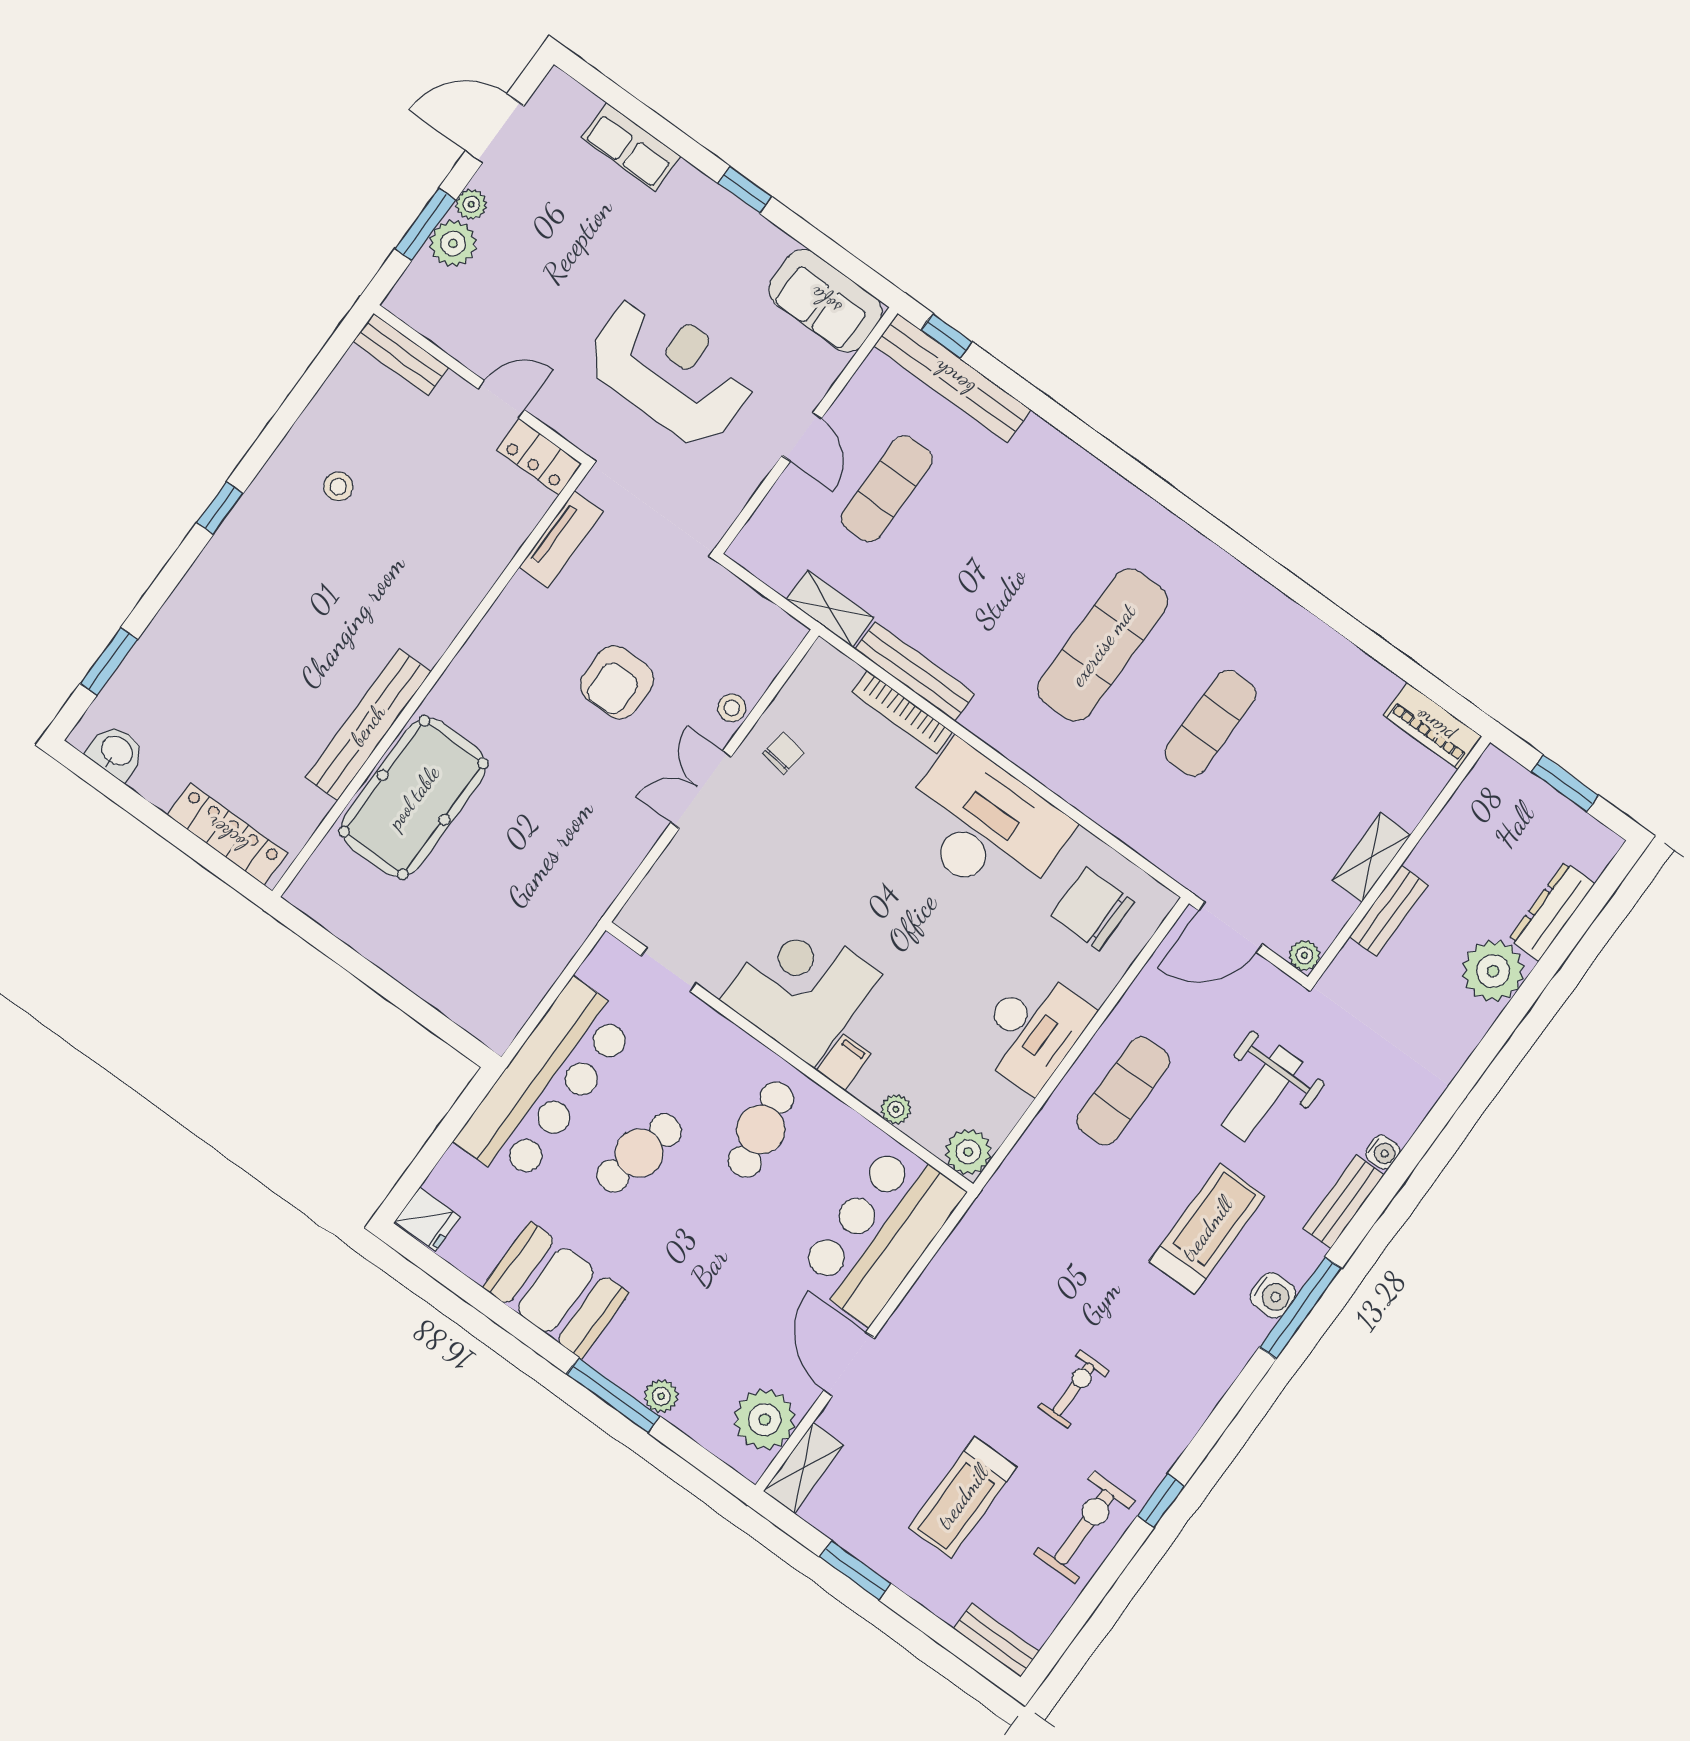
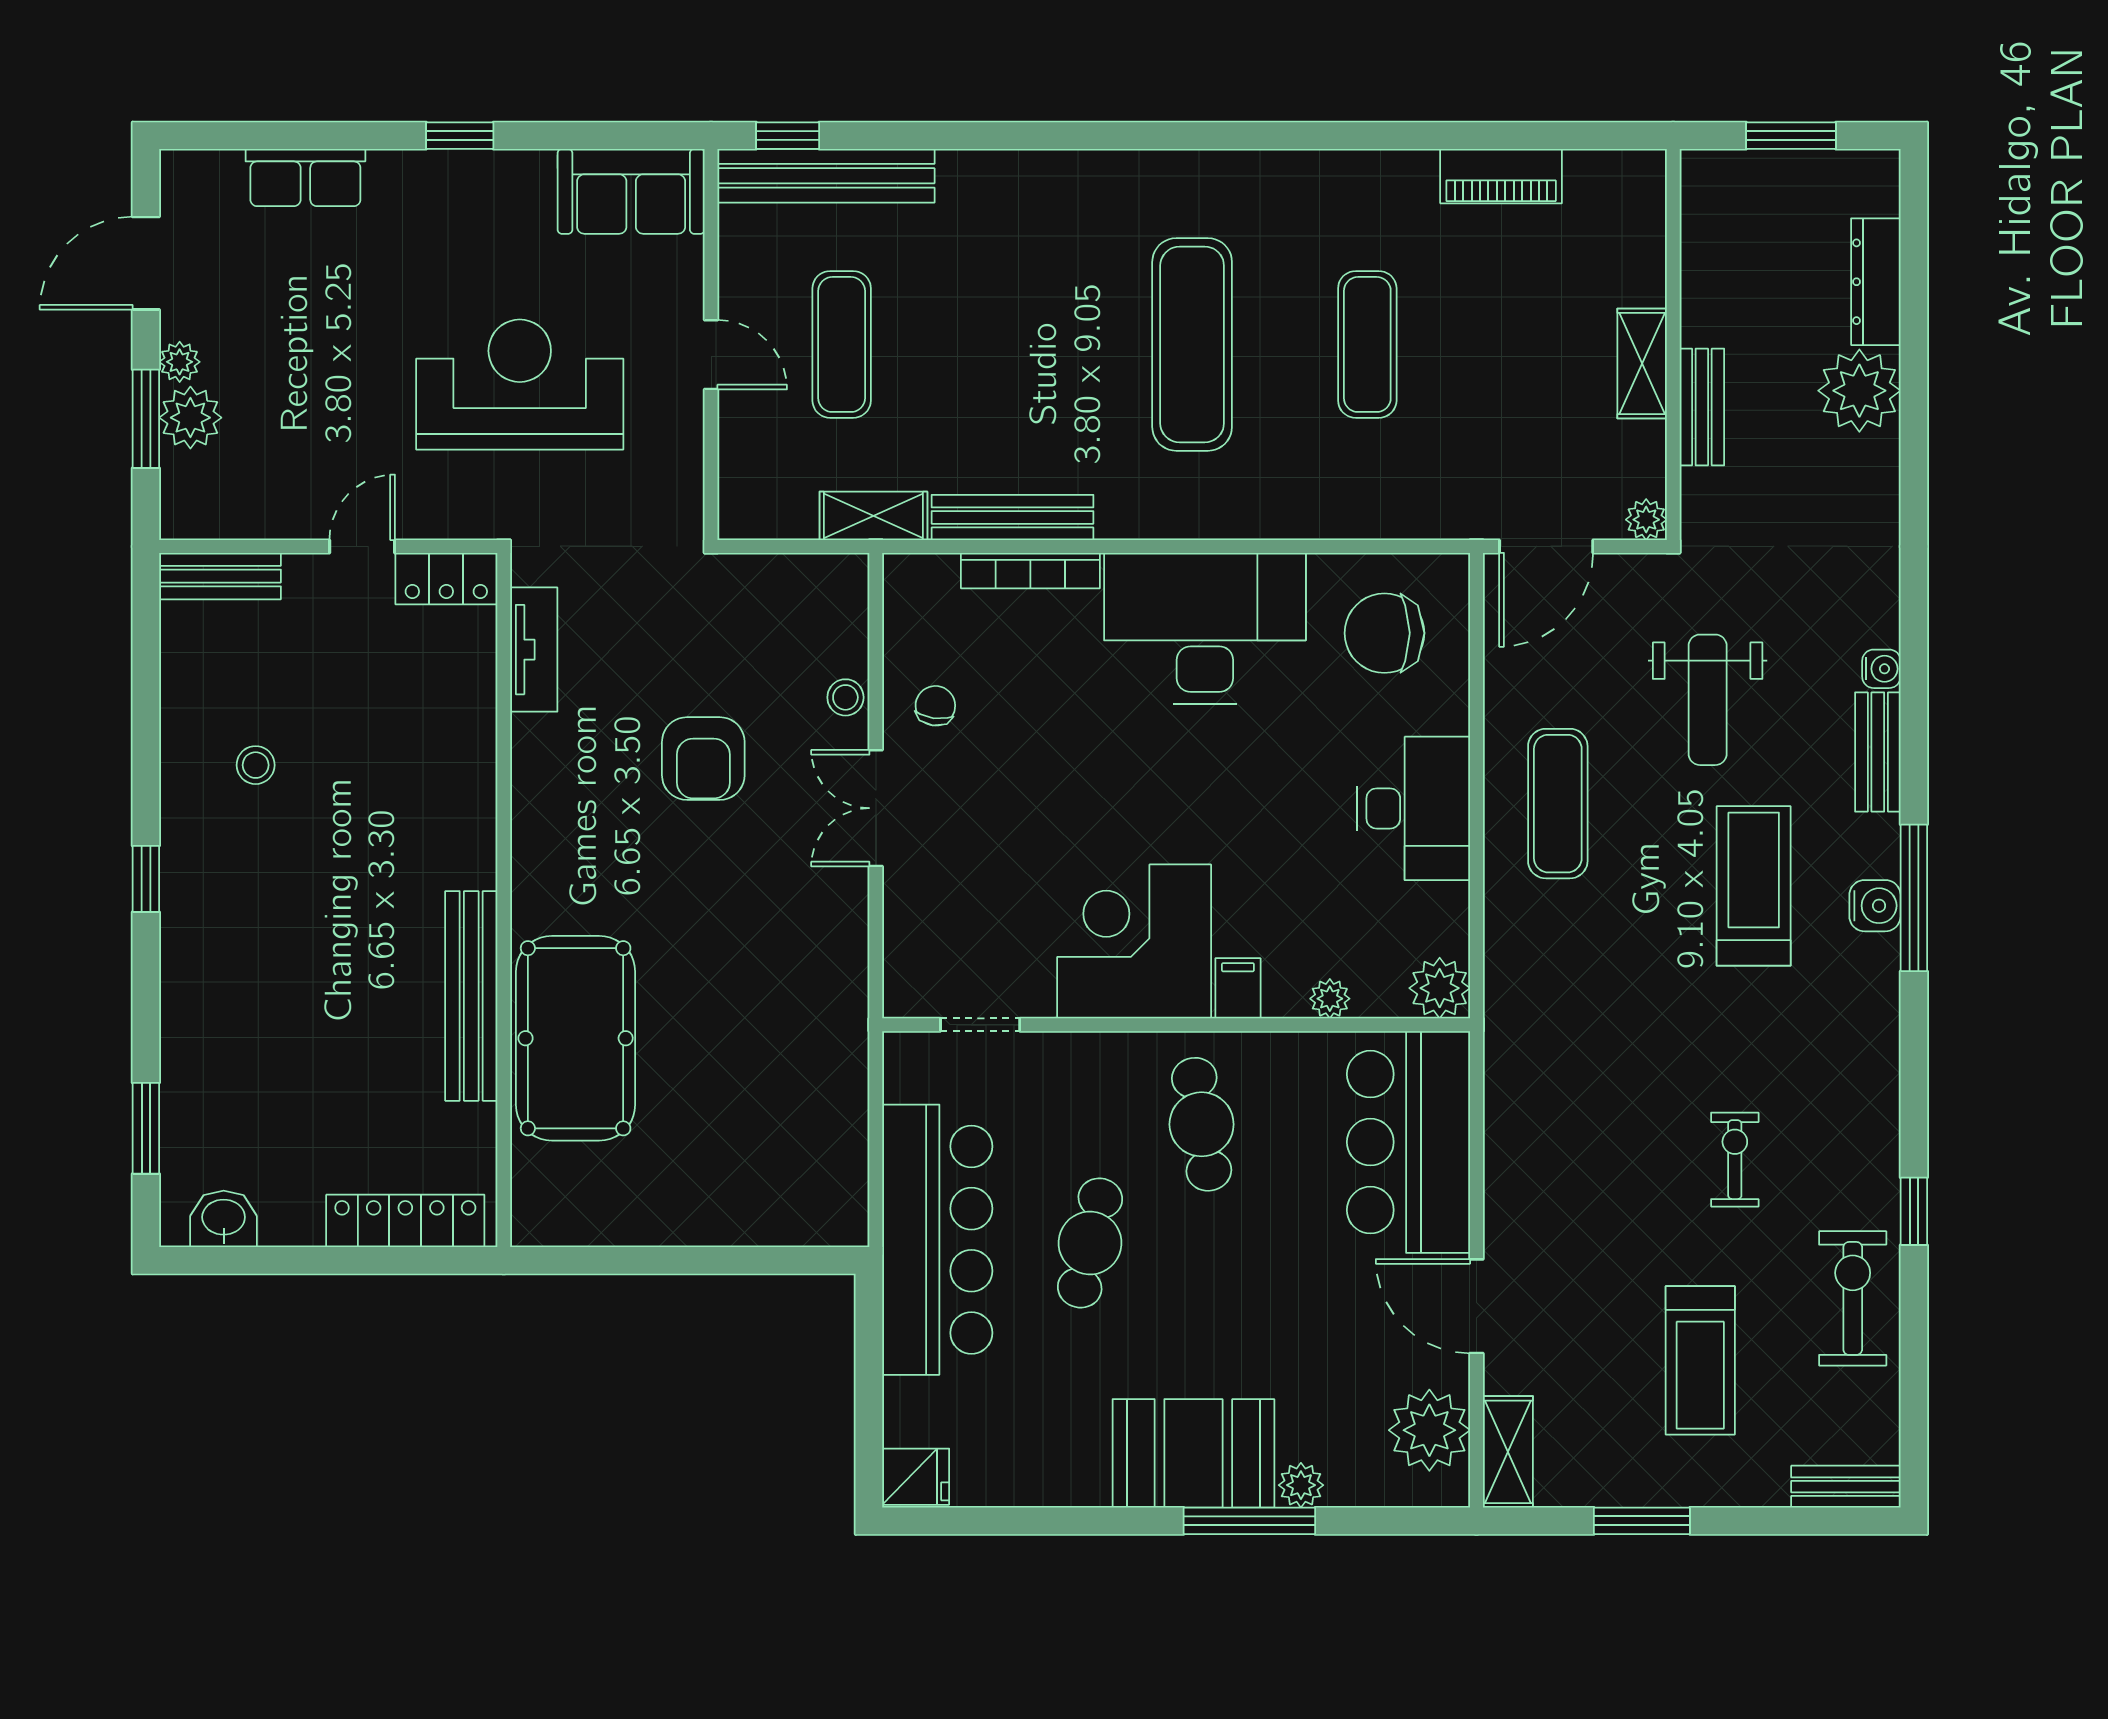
piano: (1433, 726) -> (1501, 176), moved
booth: (556, 1290) -> (1193, 1453), moved

